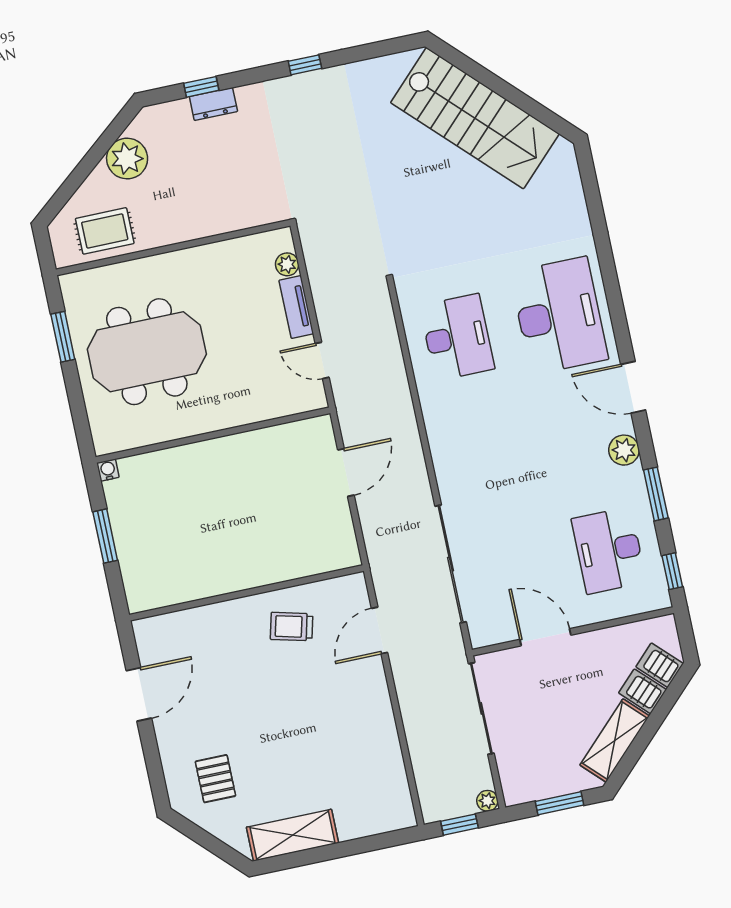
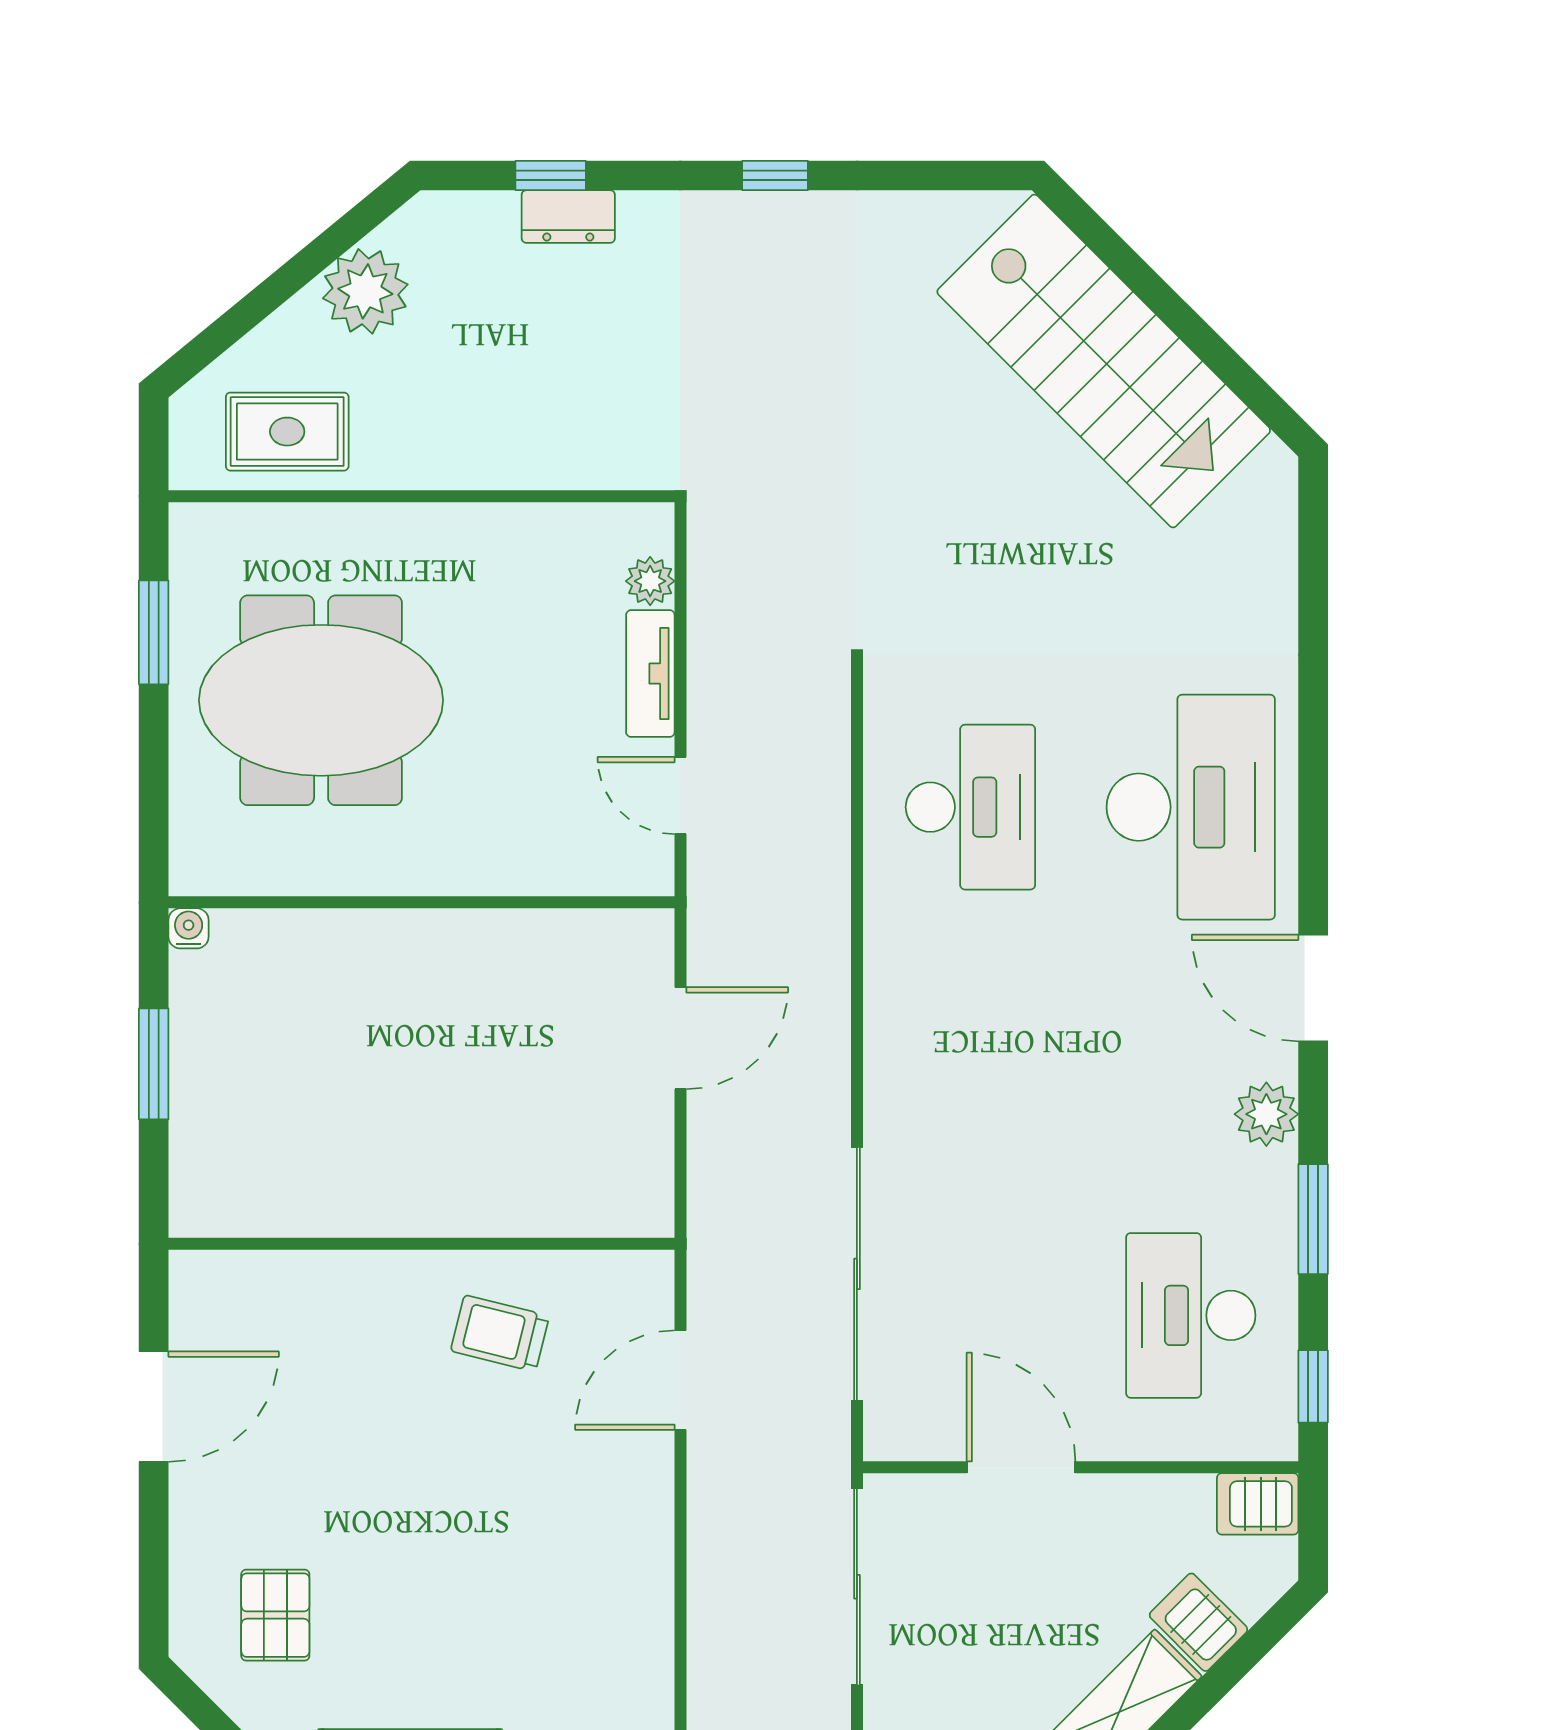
server rack: (660, 665) -> (1258, 1504), moved, turned -45

